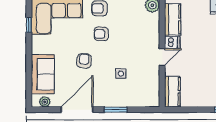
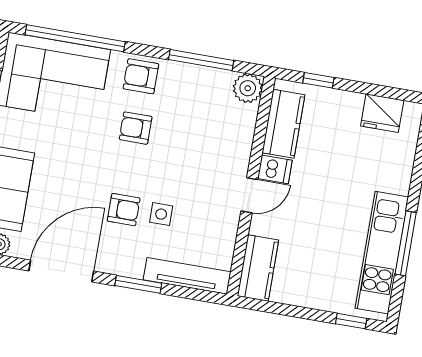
armchair: (84, 61) -> (124, 210), moved, turned 85
tv unit: (139, 101) -> (187, 276), added

